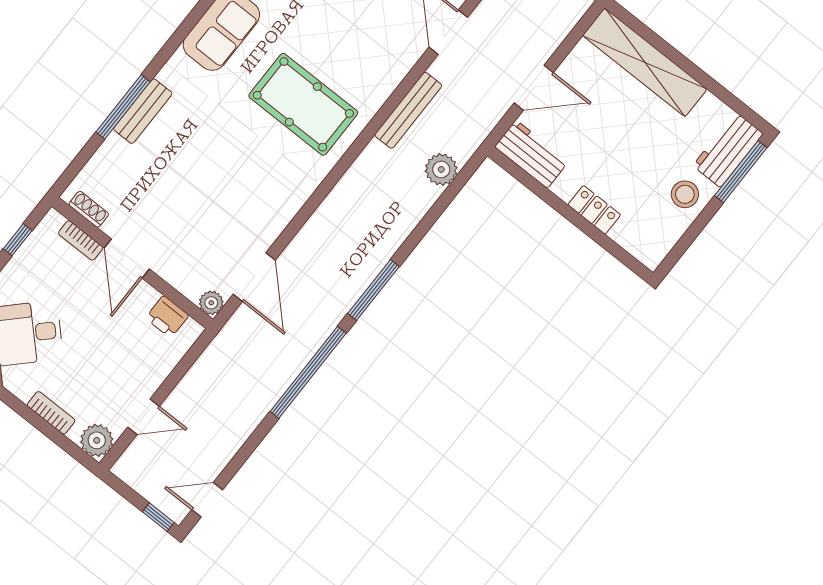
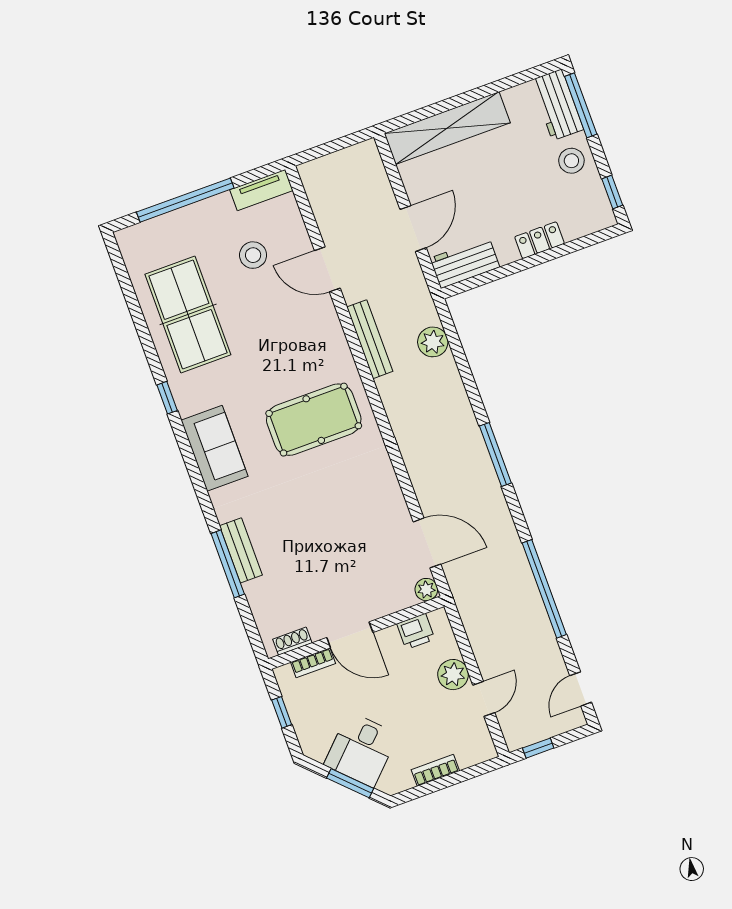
window: (679, 249) -> (612, 192), added
window: (308, 372) -> (544, 589), moved
plant: (97, 440) -> (453, 675), moved
window: (158, 517) -> (538, 748), moved

